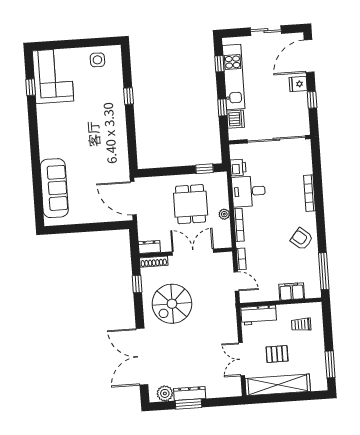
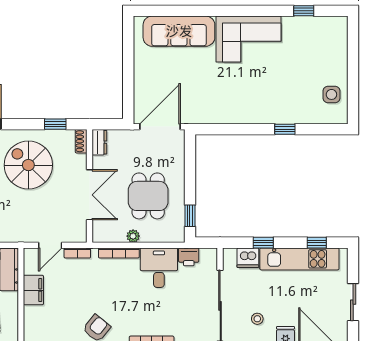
corner sofa: (53, 76) -> (248, 39), moved
stool: (285, 108) -> (257, 319), added
dining table: (191, 204) -> (148, 196), turned 90
shoe rack: (154, 262) -> (81, 141), width x0.70
filing cabinet: (292, 291) -> (33, 290), moved

